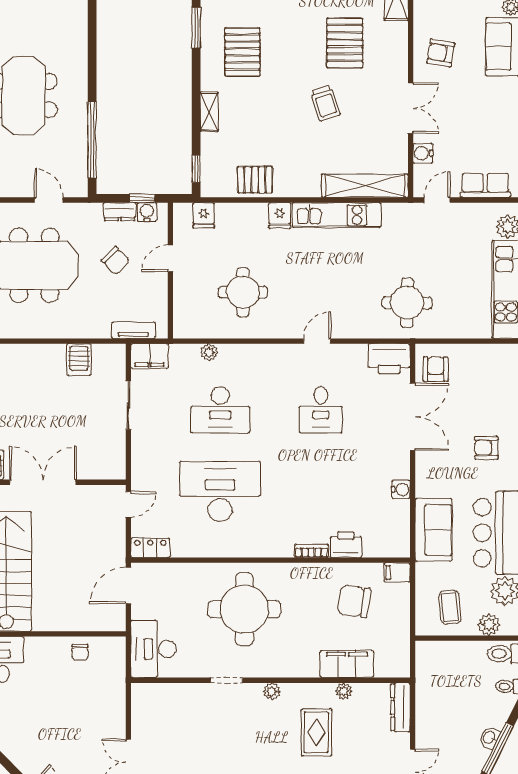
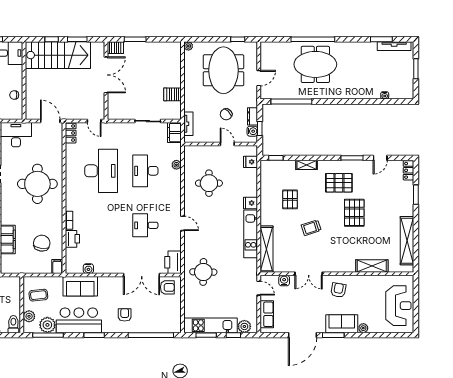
pallet: (345, 43) -> (354, 213), moved, turned 90
pallet: (255, 180) -> (290, 199), moved
water cooler: (401, 489) -> (88, 269), moved

